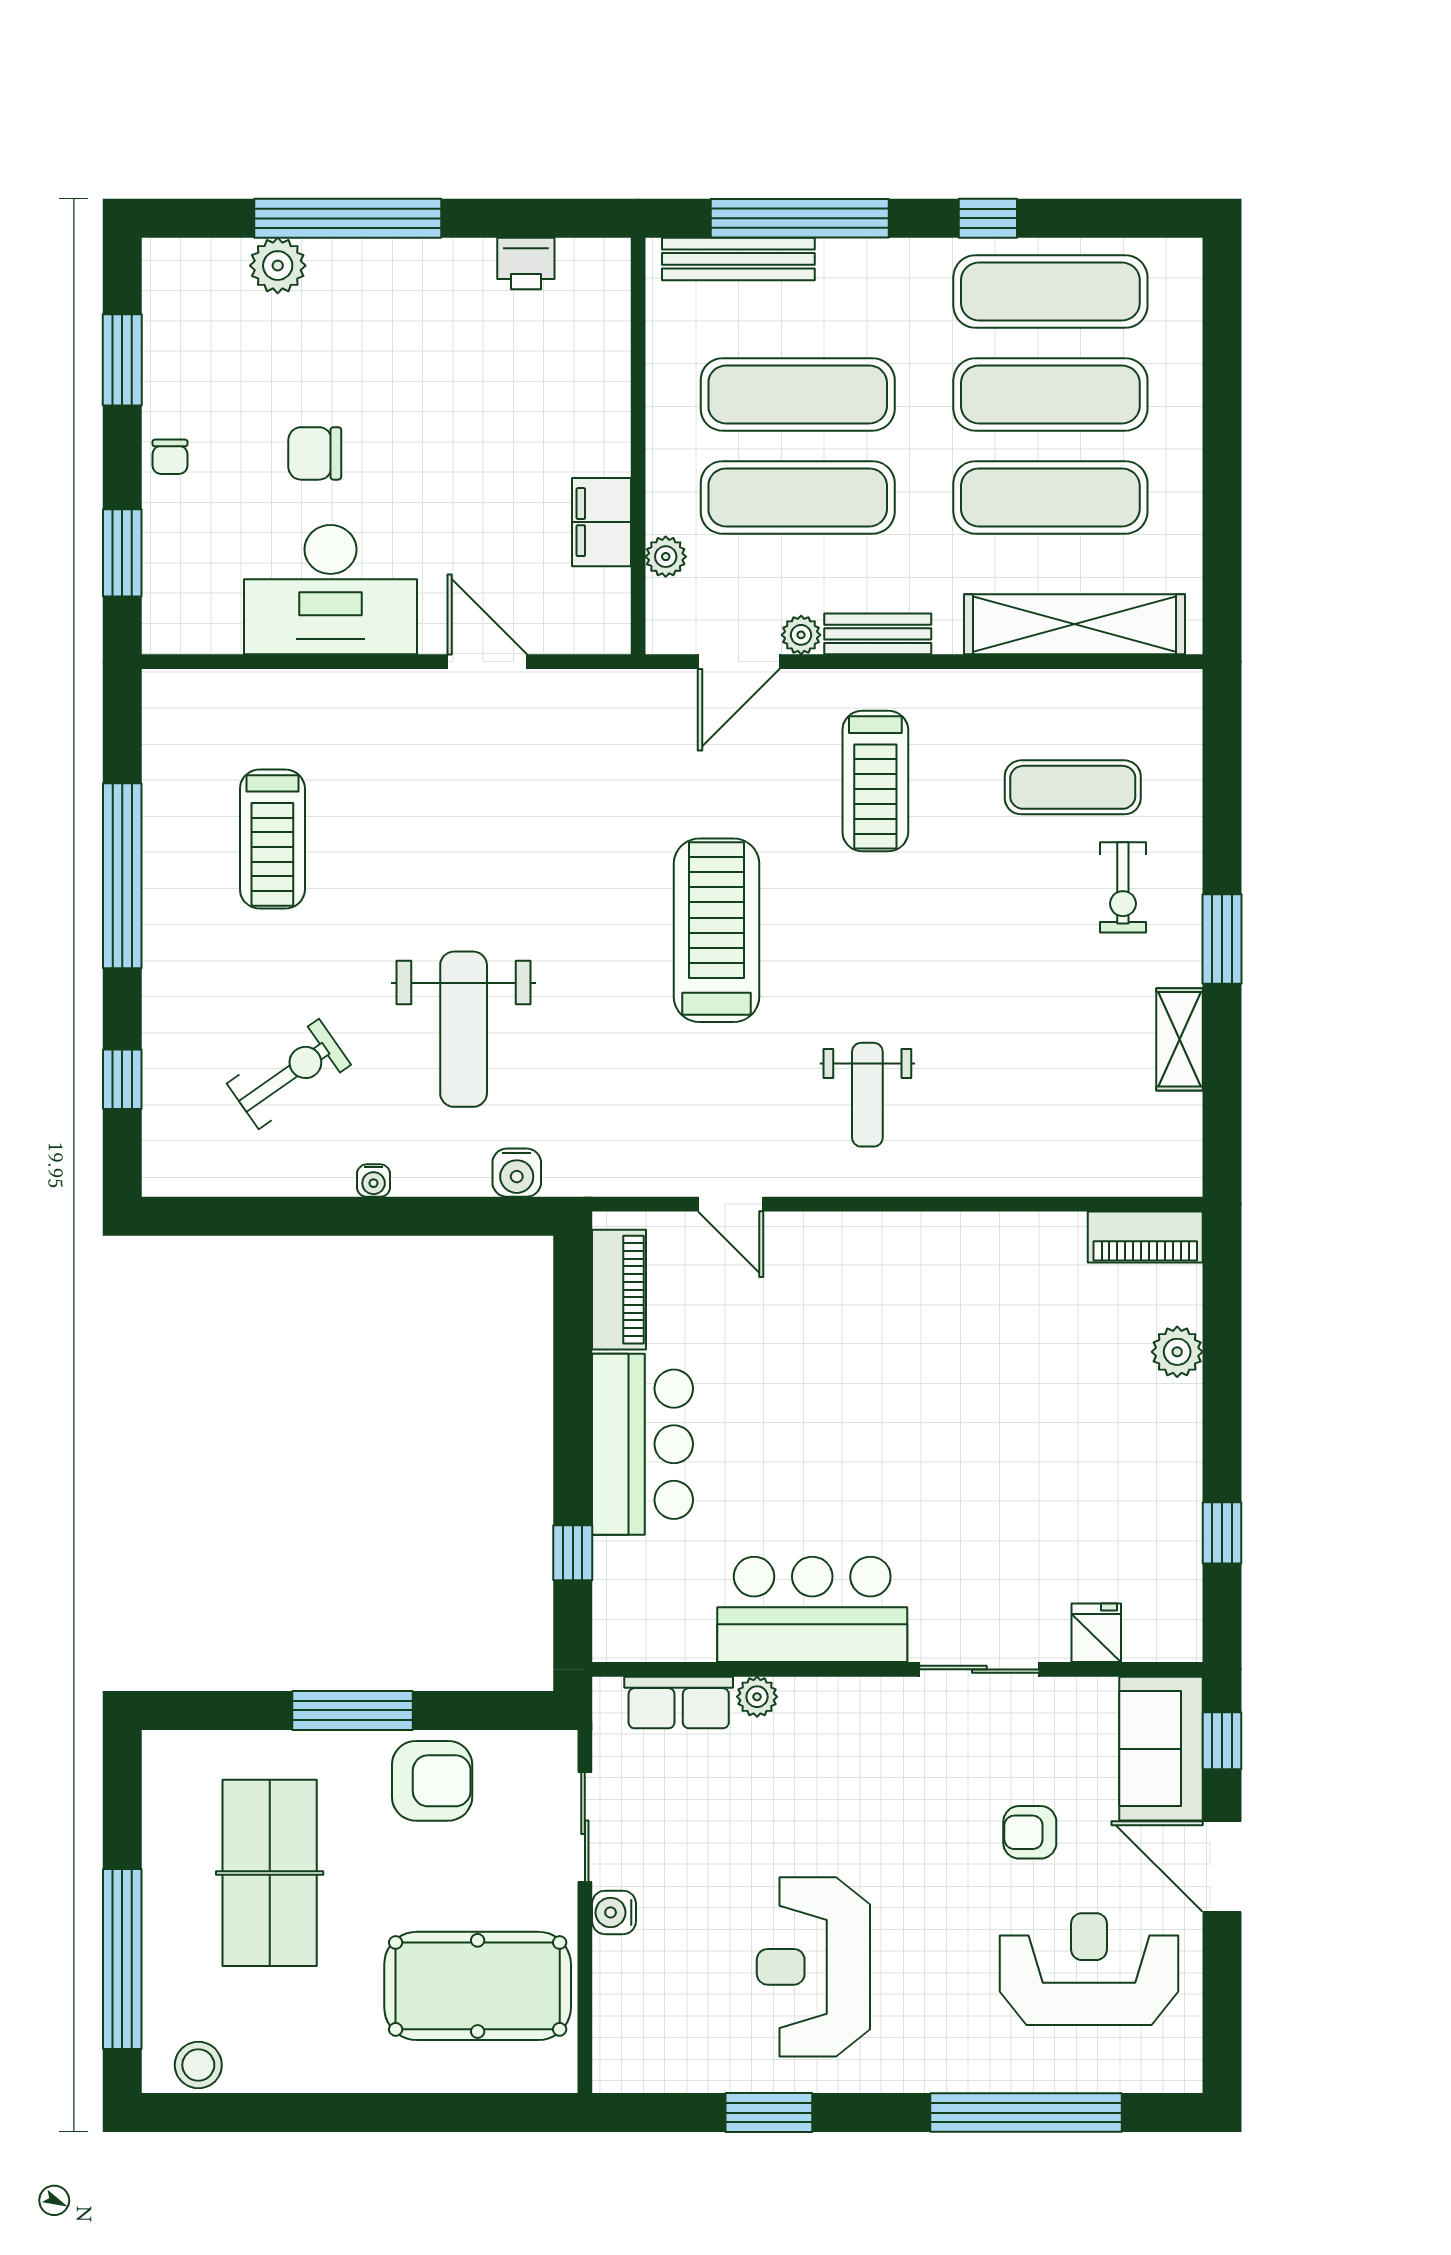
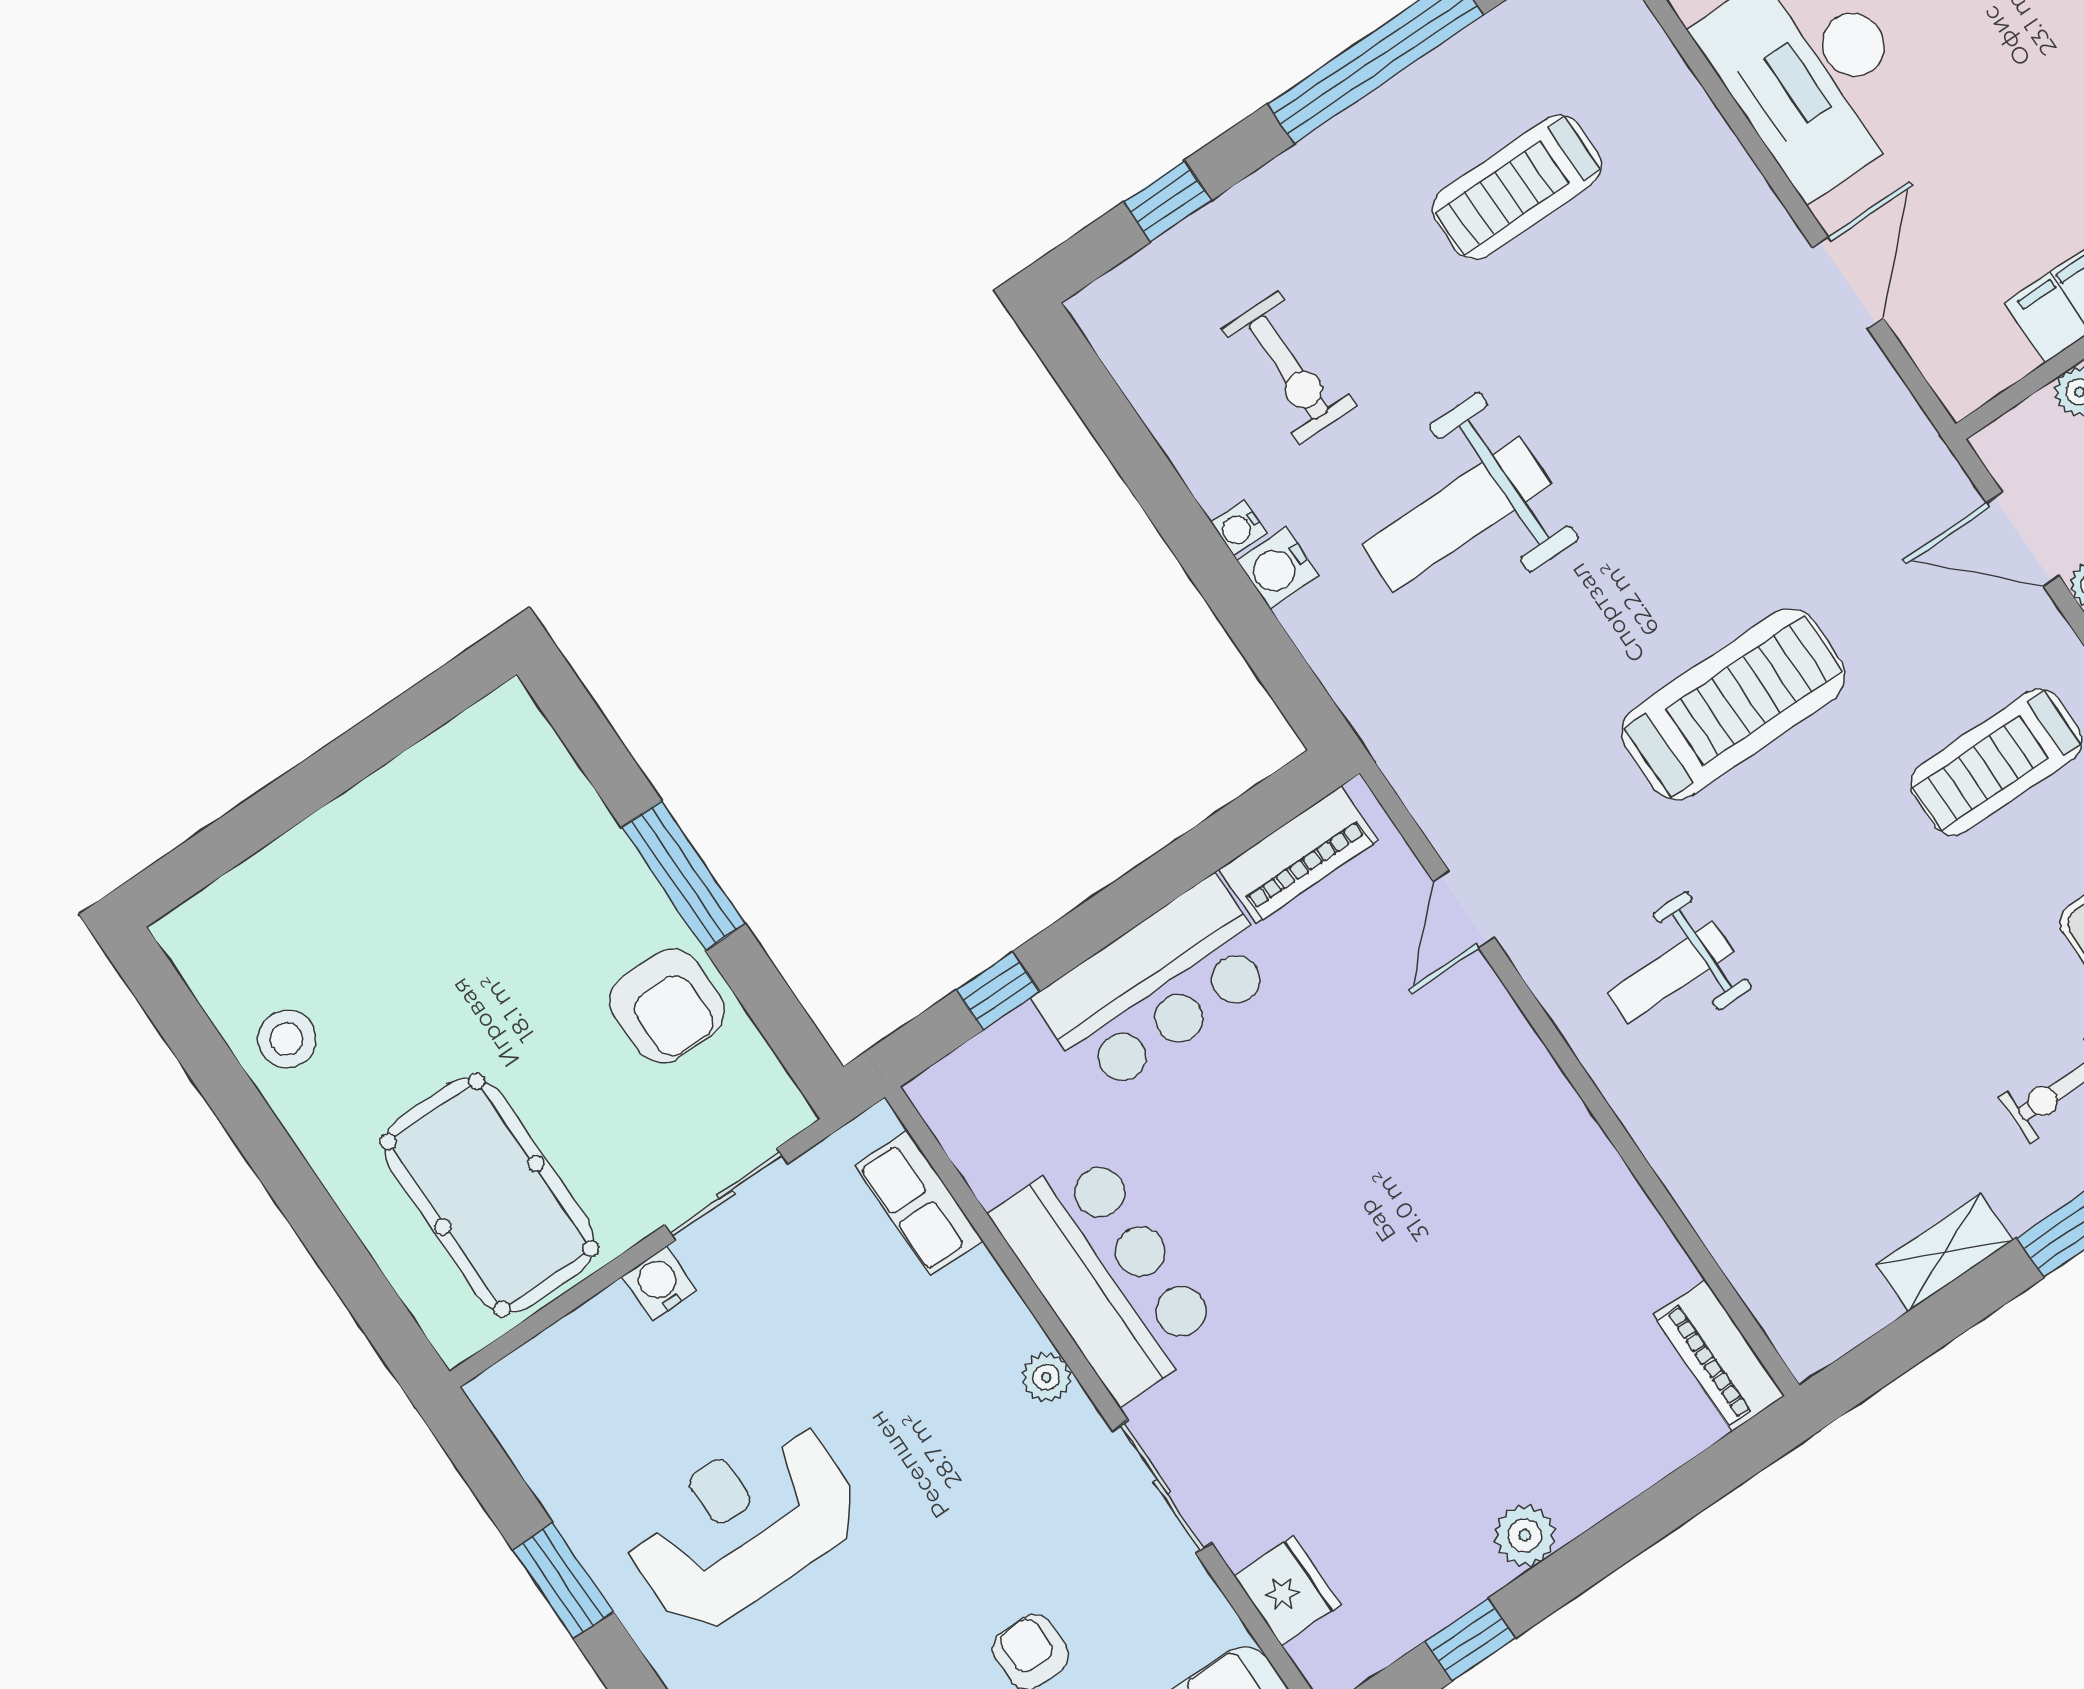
exercise bike: (289, 1074) -> (1289, 368), turned 35
water cooler: (517, 1173) -> (1278, 568), moved
plant: (1177, 1352) -> (1525, 1535), moved
fridge: (1096, 1633) -> (1287, 1590), width x1.38
plant: (757, 1697) -> (1046, 1377), moved
table tennis table: (270, 1873) -> (460, 904), removed
window: (122, 1959) -> (269, 814), removed
stool: (198, 2065) -> (287, 1039), moved

